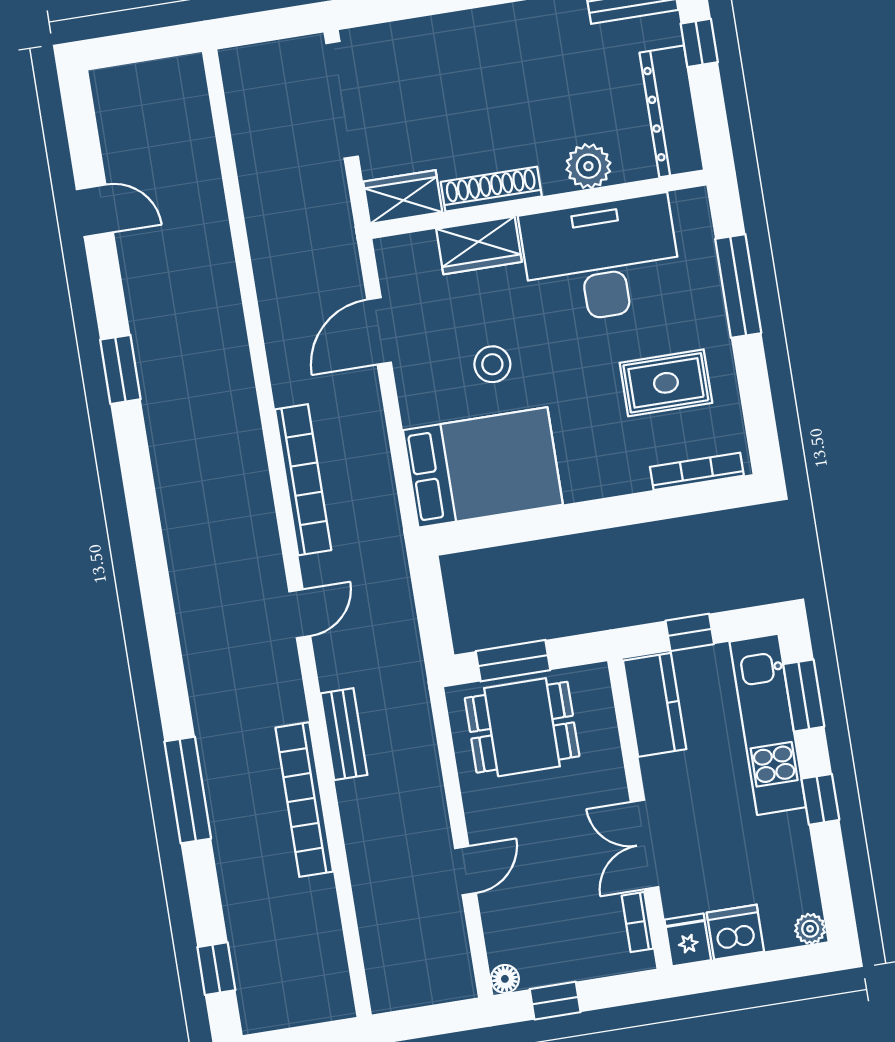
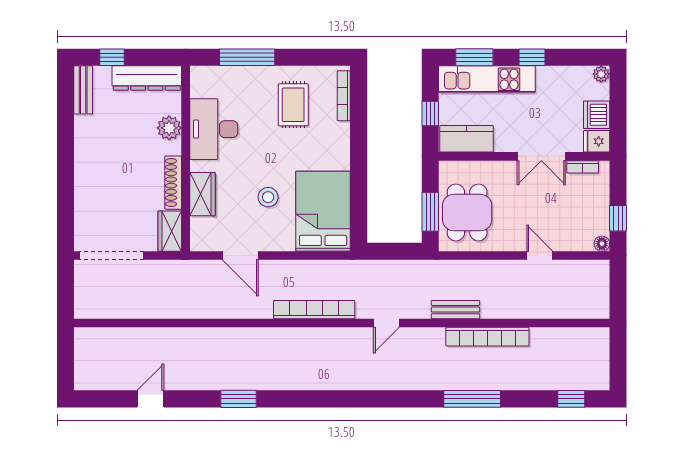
desk: (601, 260) -> (214, 129), width x0.73, depth x0.77
door: (300, 614) -> (386, 323), swing flipped

